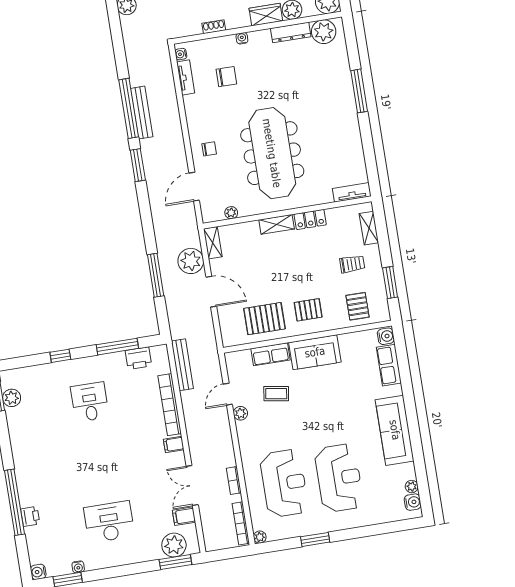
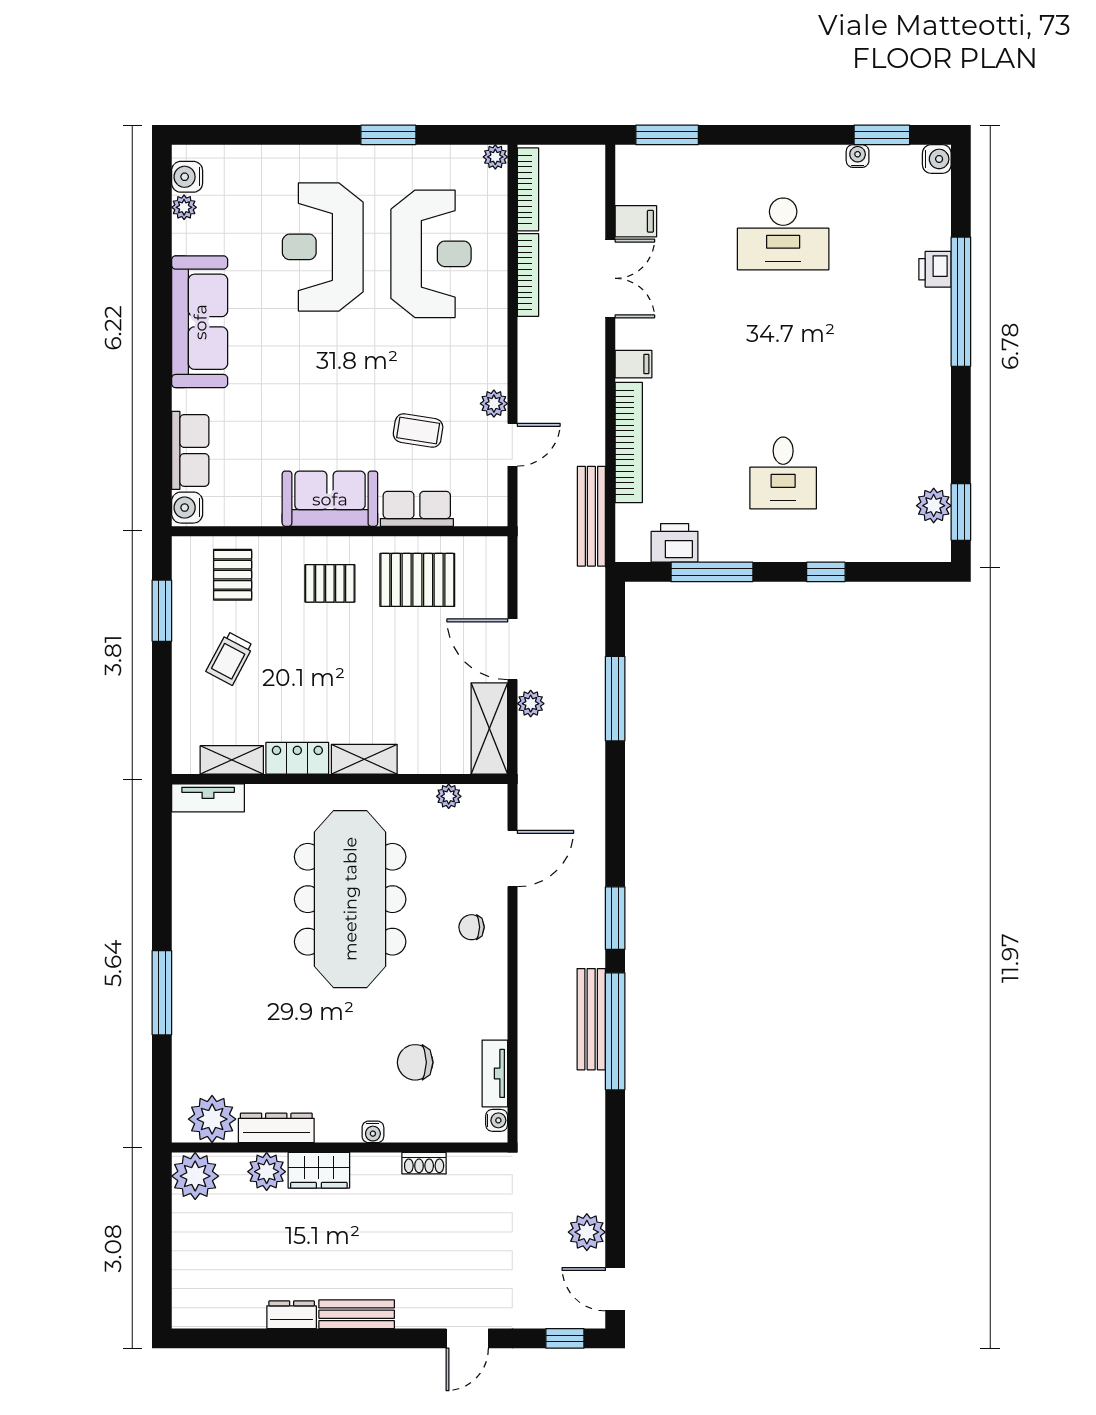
shelving: (369, 228) -> (232, 760), moved, turned 90
shelving: (213, 243) -> (489, 729), width x1.50, depth x1.33
plant: (191, 261) -> (531, 704), width x0.53, depth x0.53
trolley: (352, 264) -> (230, 658), turned -62
bookcase: (234, 480) -> (528, 275), width x1.56
reception desk: (284, 483) -> (431, 254), turned 180
plant: (174, 545) -> (665, 168), removed

